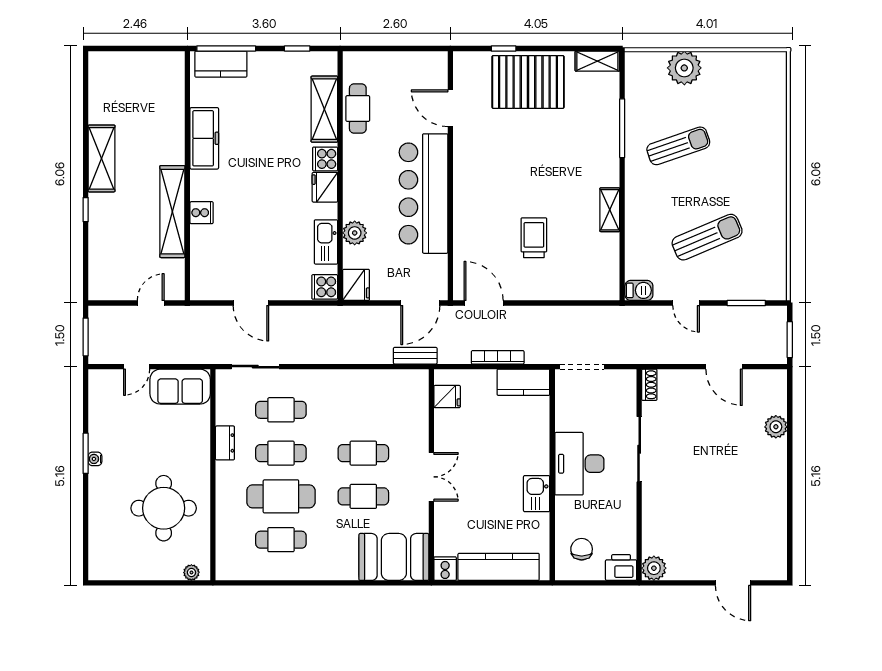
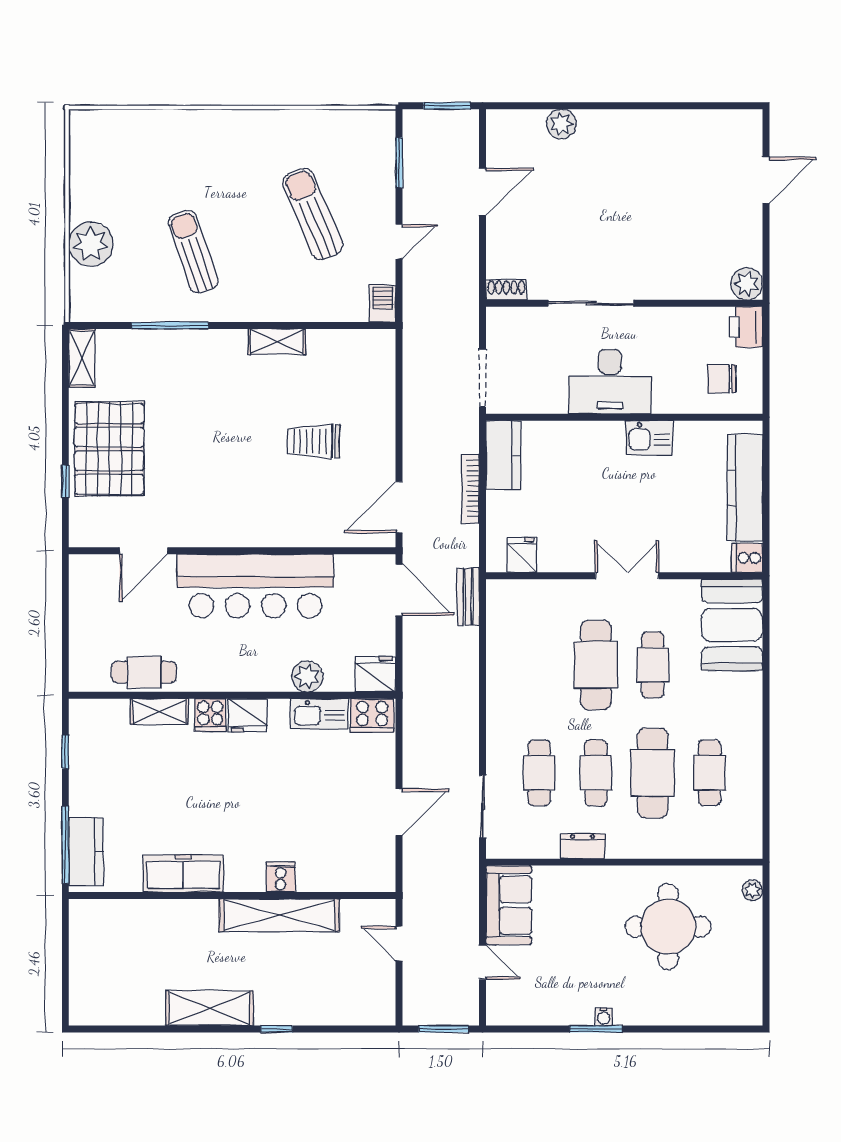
shelving: (324, 109) -> (159, 712), width x0.67, depth x0.75
cooker: (325, 287) -> (372, 716), width x1.36
cafe table: (363, 453) -> (596, 665), width x1.37, depth x1.35

